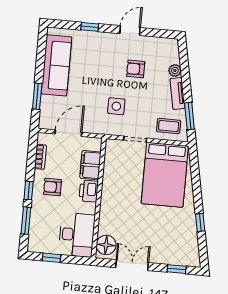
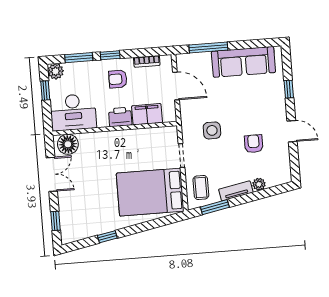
window: (37, 96) -> (208, 47), width x1.44
armchair: (52, 187) -> (118, 79), turned -90
plant: (35, 245) -> (56, 71), added

